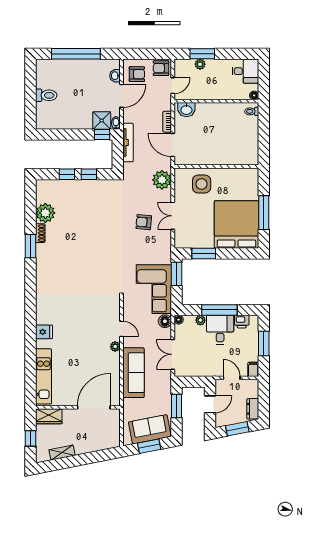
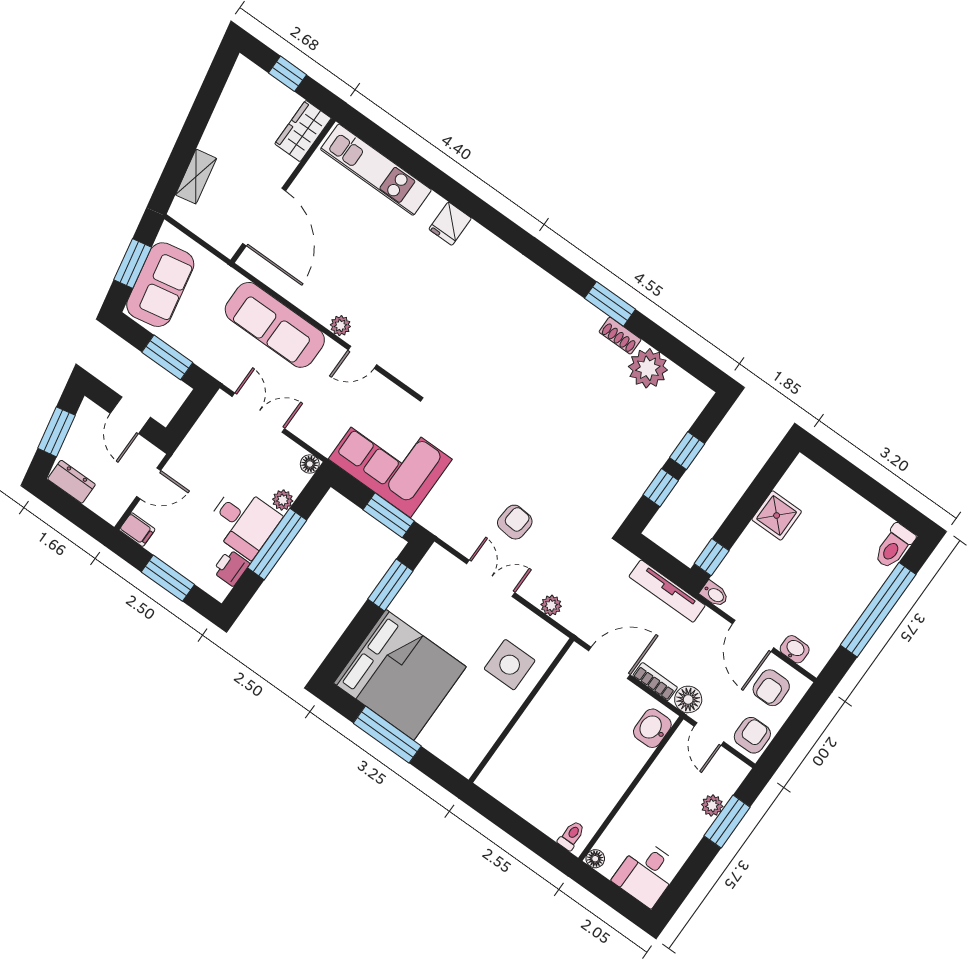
toilet: (46, 95) -> (894, 546), moved
shower: (102, 121) -> (777, 515), moved
plant: (162, 180) -> (551, 605), width x0.53, depth x0.53
floor lamp: (165, 321) -> (688, 699), moved
shelving: (62, 453) -> (196, 177), moved

